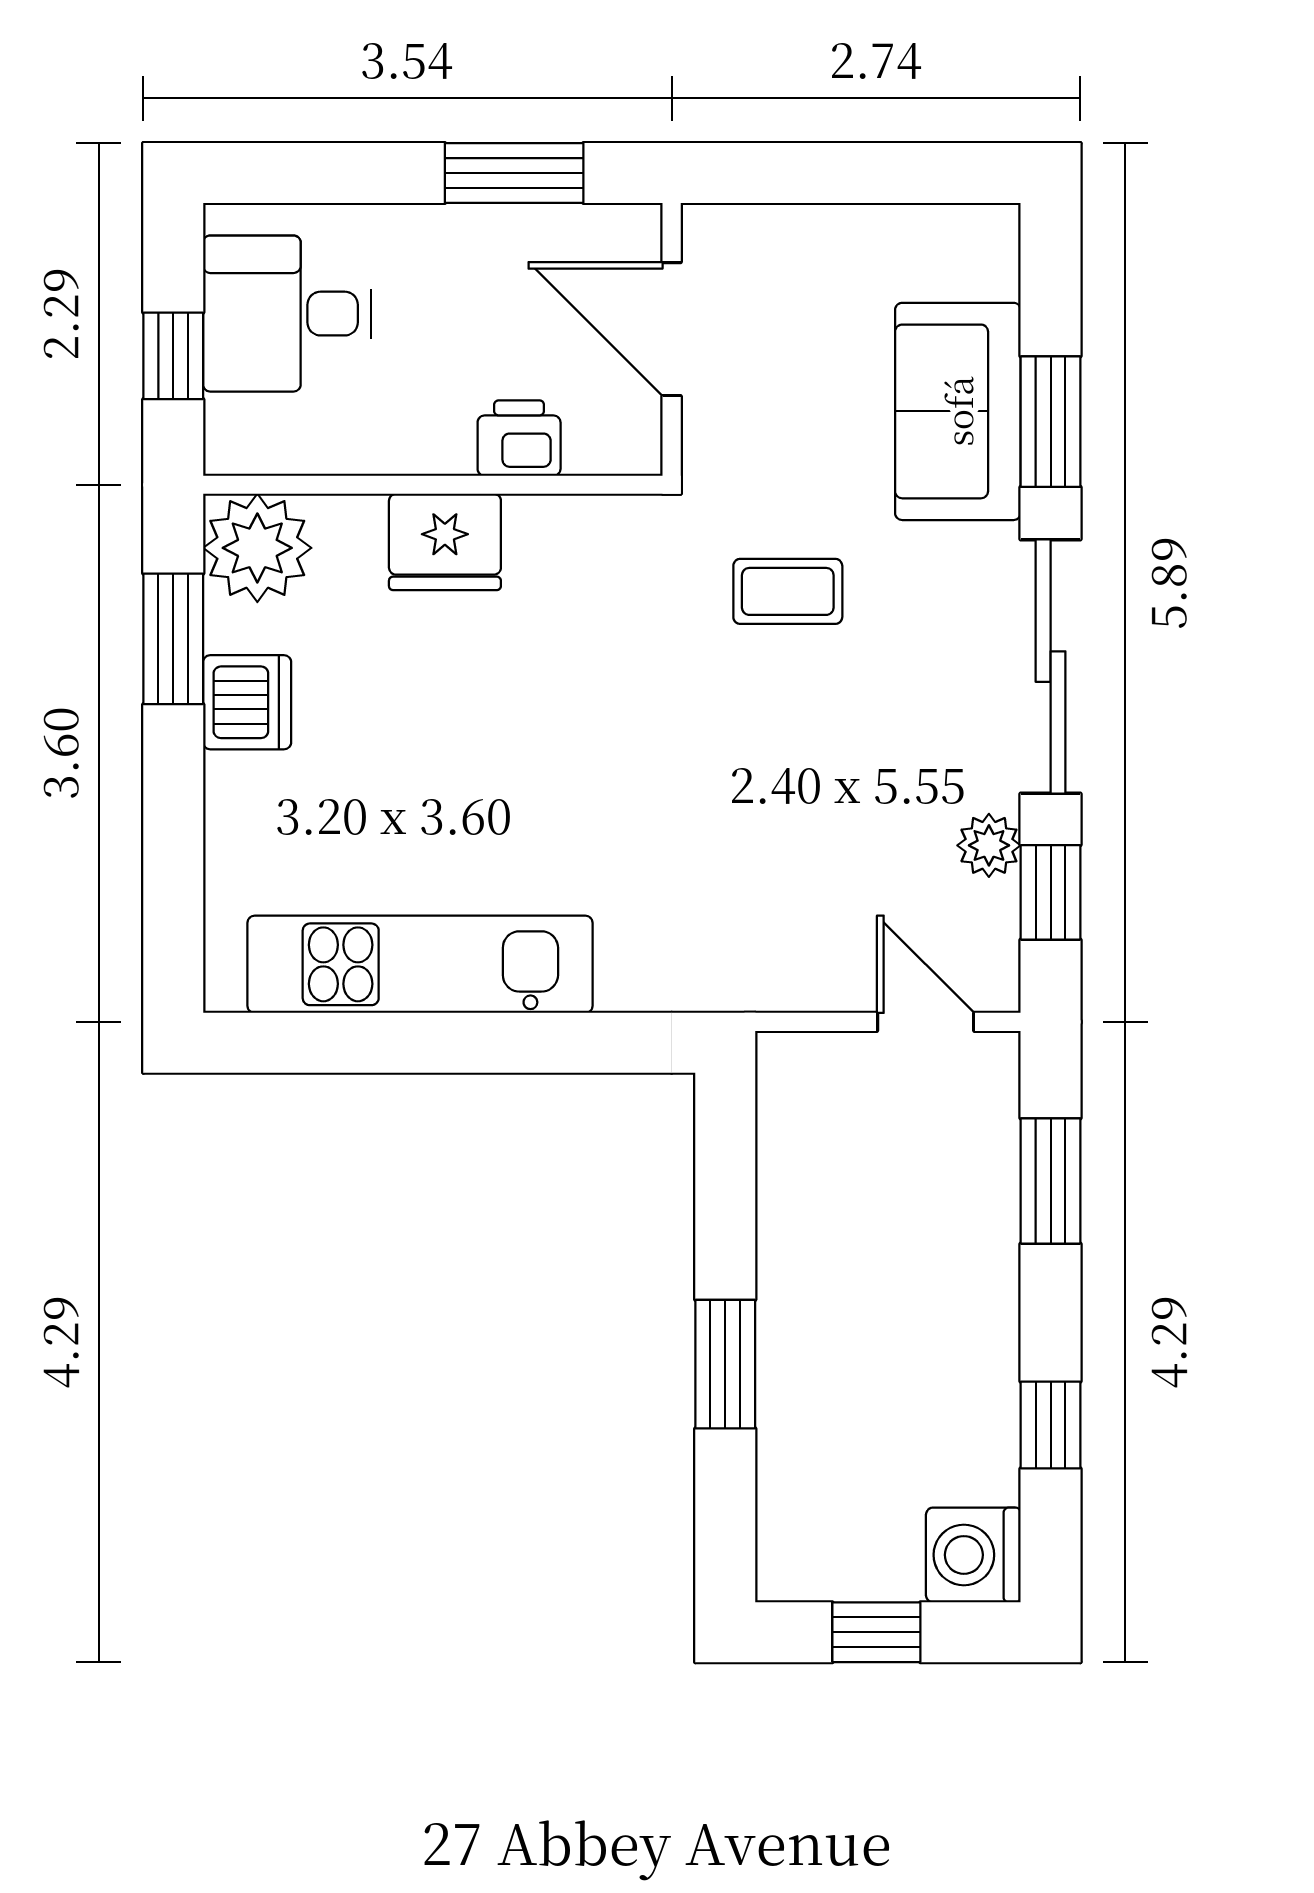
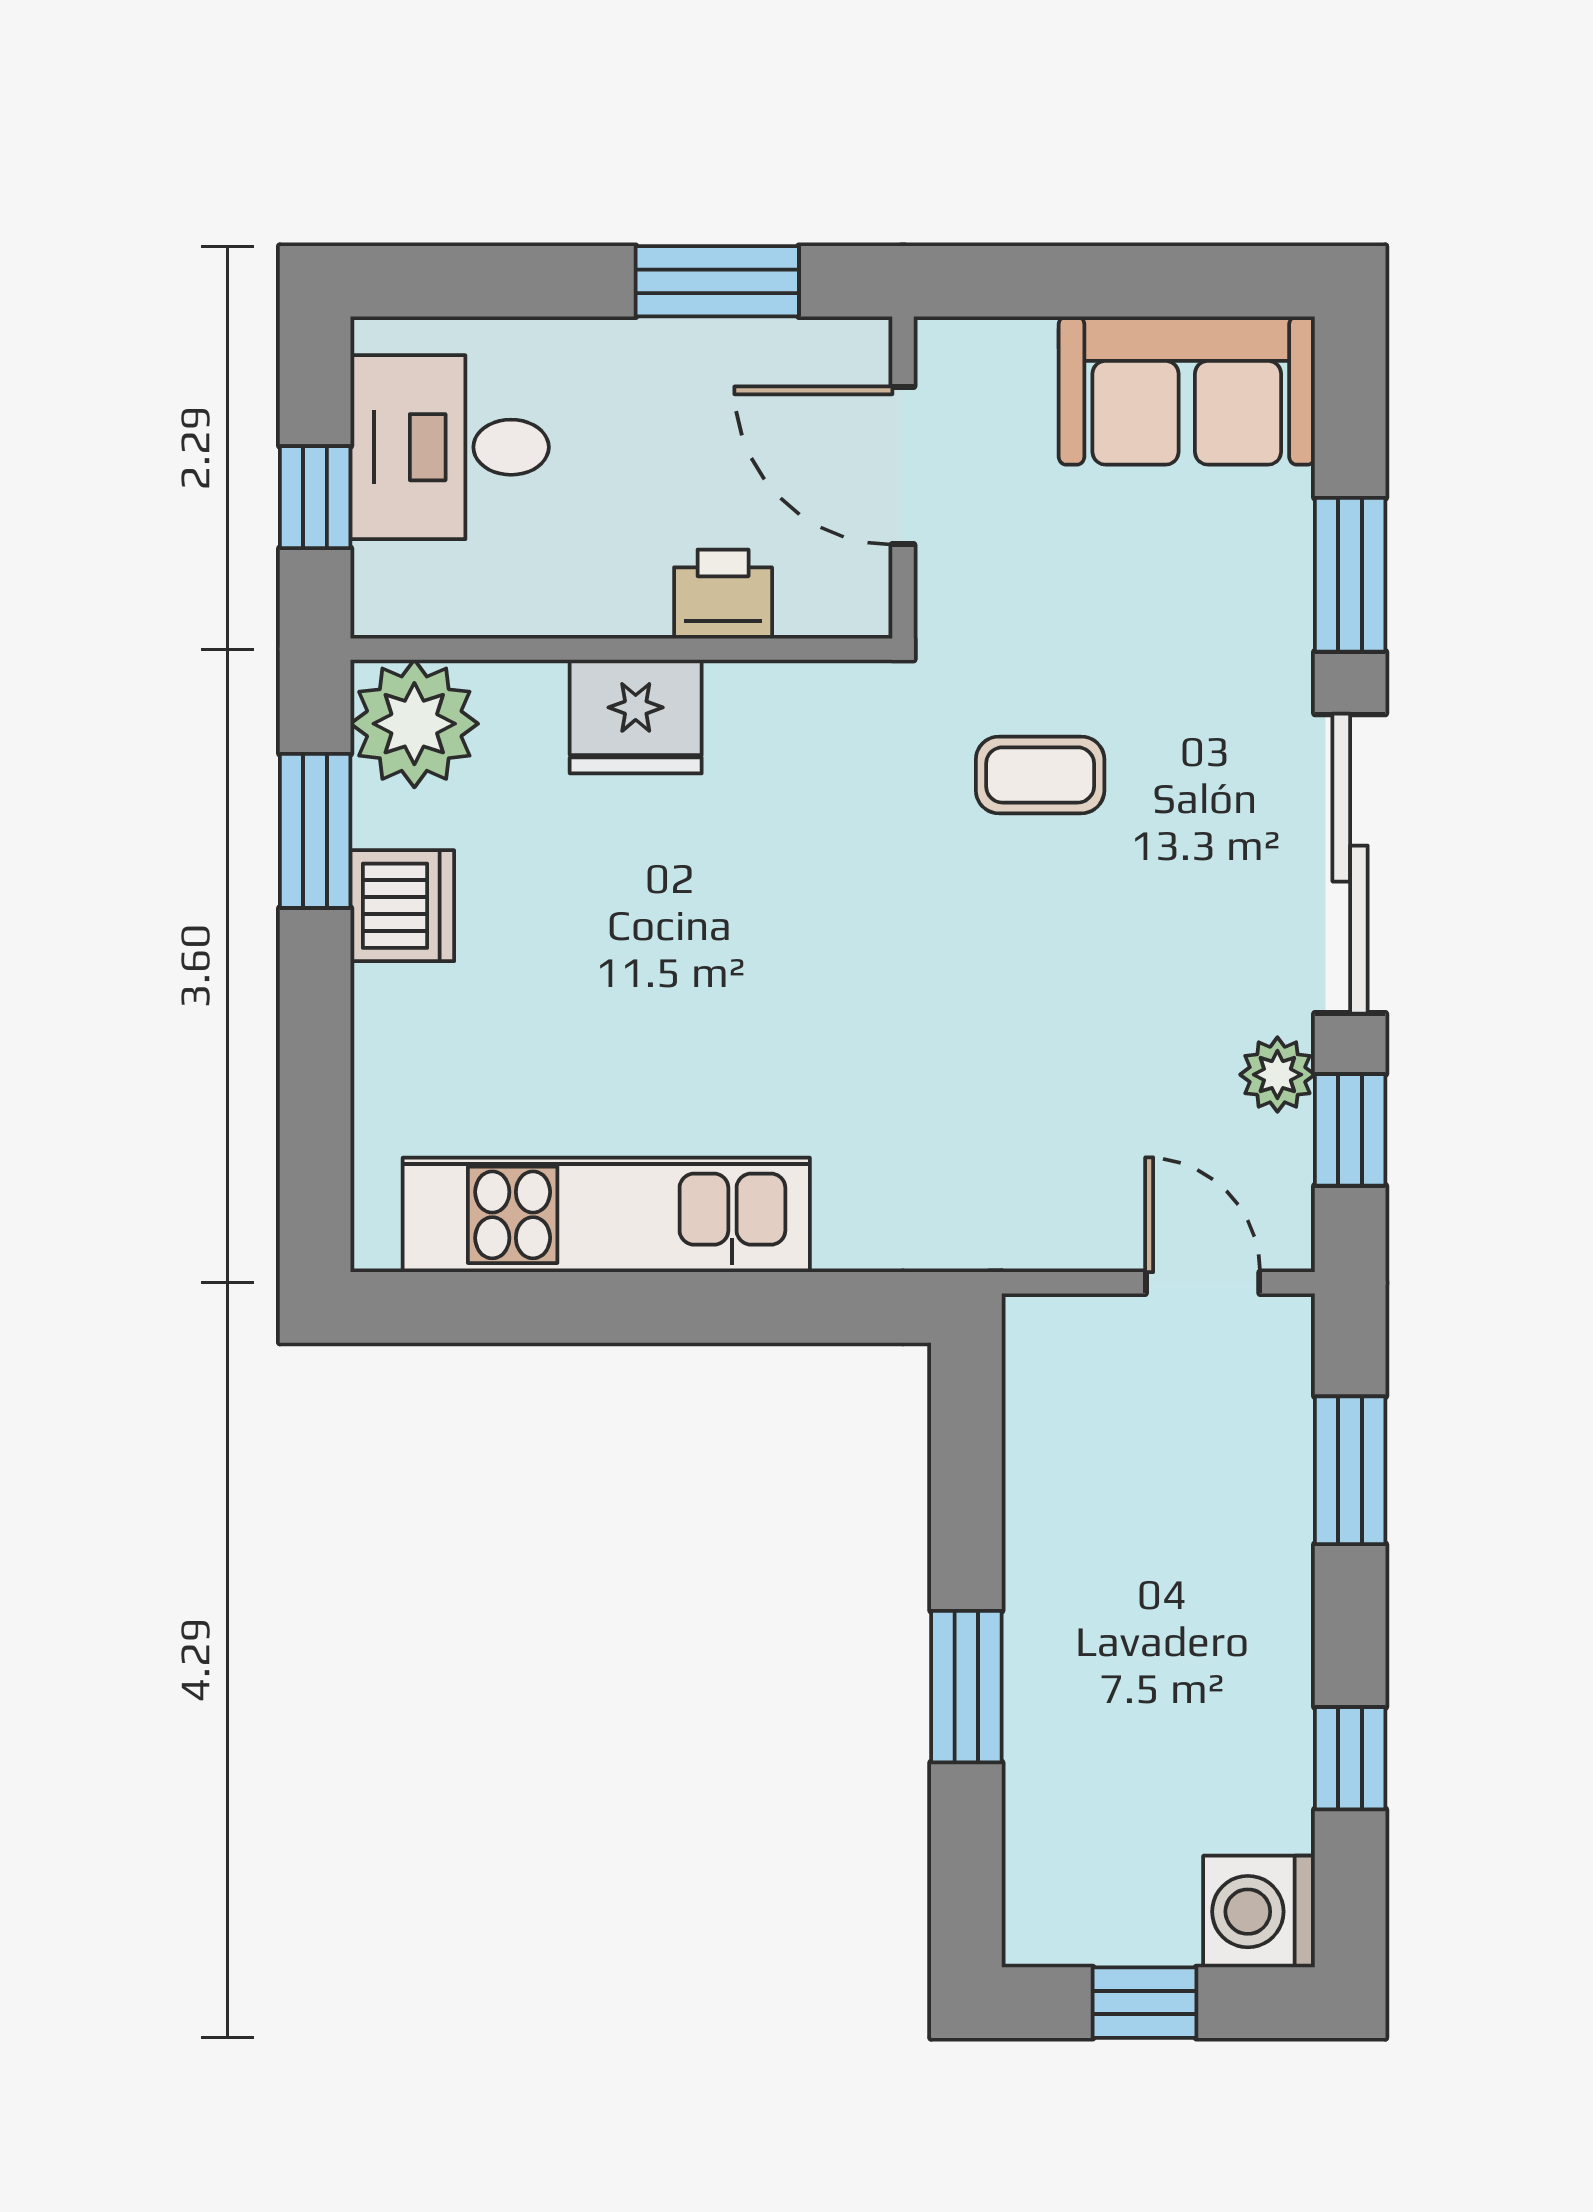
sofa: (958, 411) -> (1187, 391), moved, turned -90

